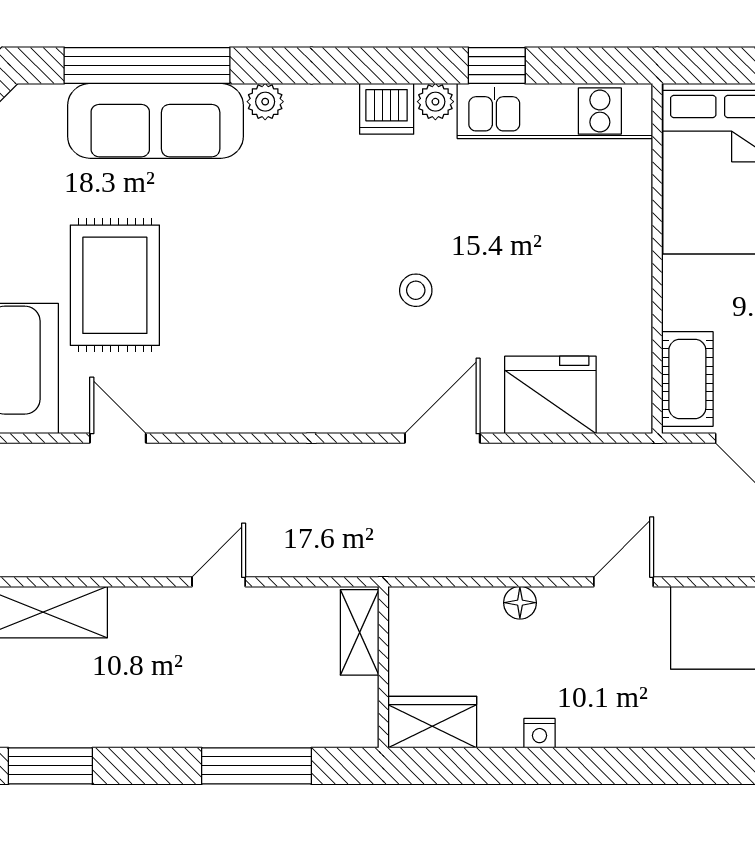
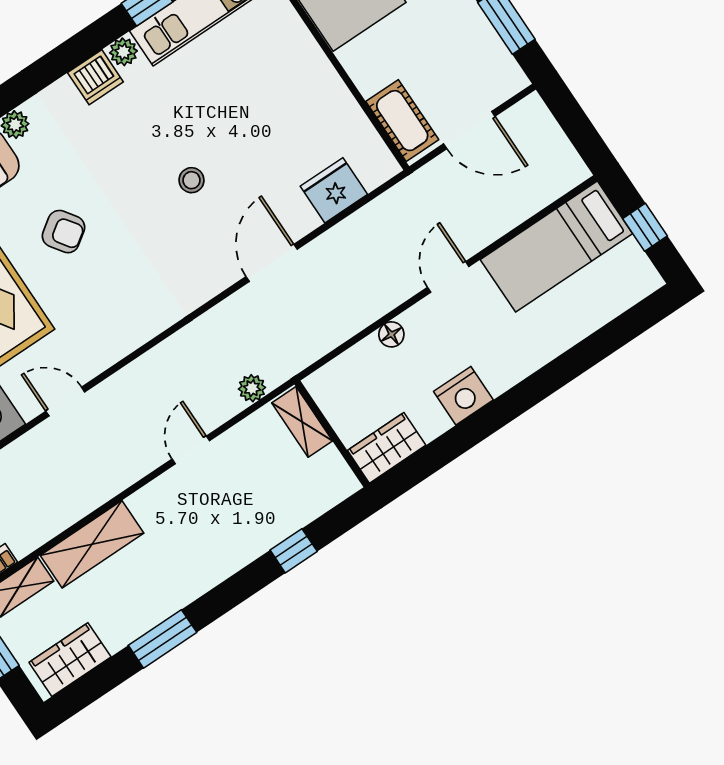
armchair: (240, 253) -> (64, 232), added
fridge: (550, 395) -> (334, 190), width x0.73, depth x0.75
plant: (330, 559) -> (252, 388), added
nightstand: (540, 733) -> (463, 396), width x1.89, depth x1.79
window: (257, 766) -> (294, 551), width x0.46

